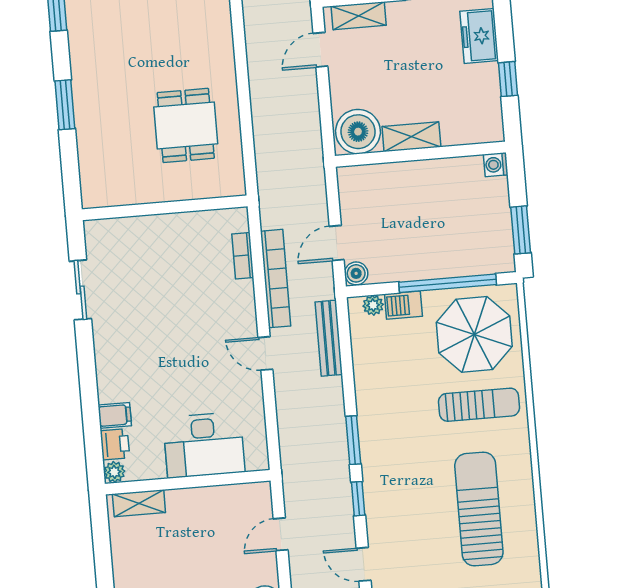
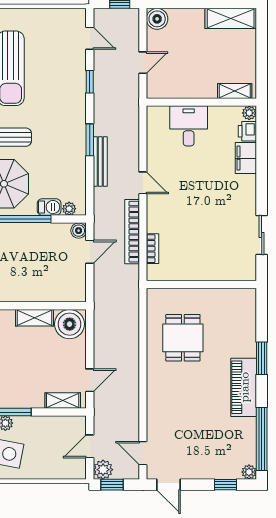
piano: (88, 59) -> (244, 387), added
bench: (329, 338) -> (100, 162), moved
filing cabinet: (115, 415) -> (246, 158), width x2.00
window: (353, 440) -> (90, 140), moved
desk: (204, 445) -> (189, 126), width x0.73

